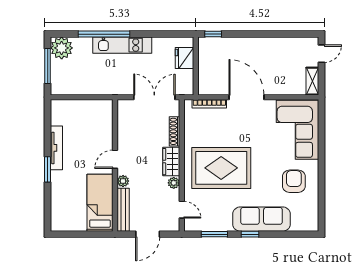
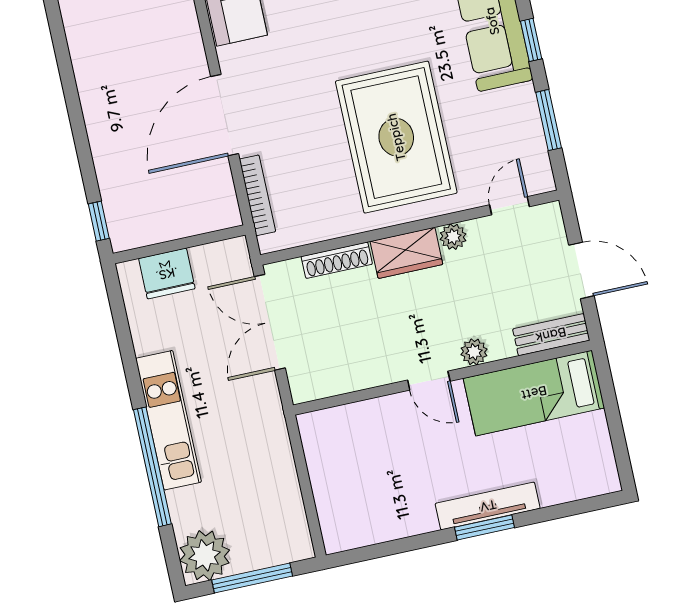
tv unit: (56, 148) -> (488, 506), moved
bench: (123, 210) -> (551, 335), width x0.73

